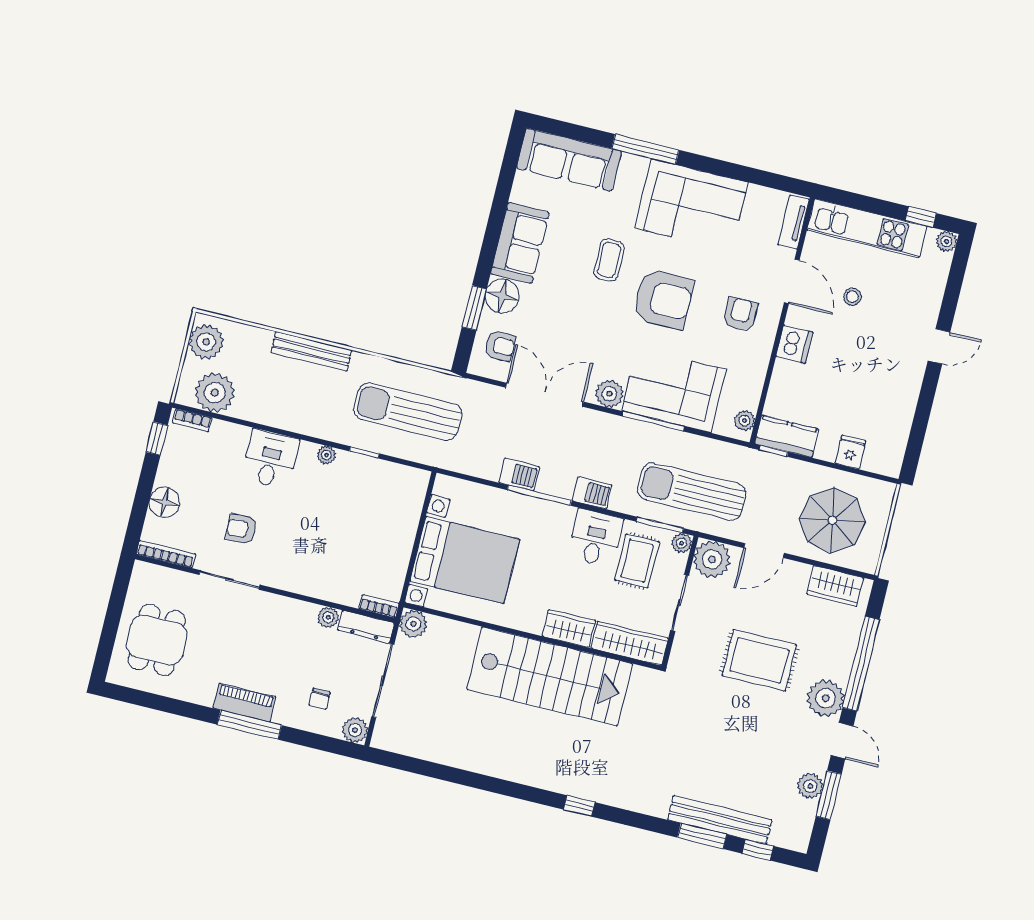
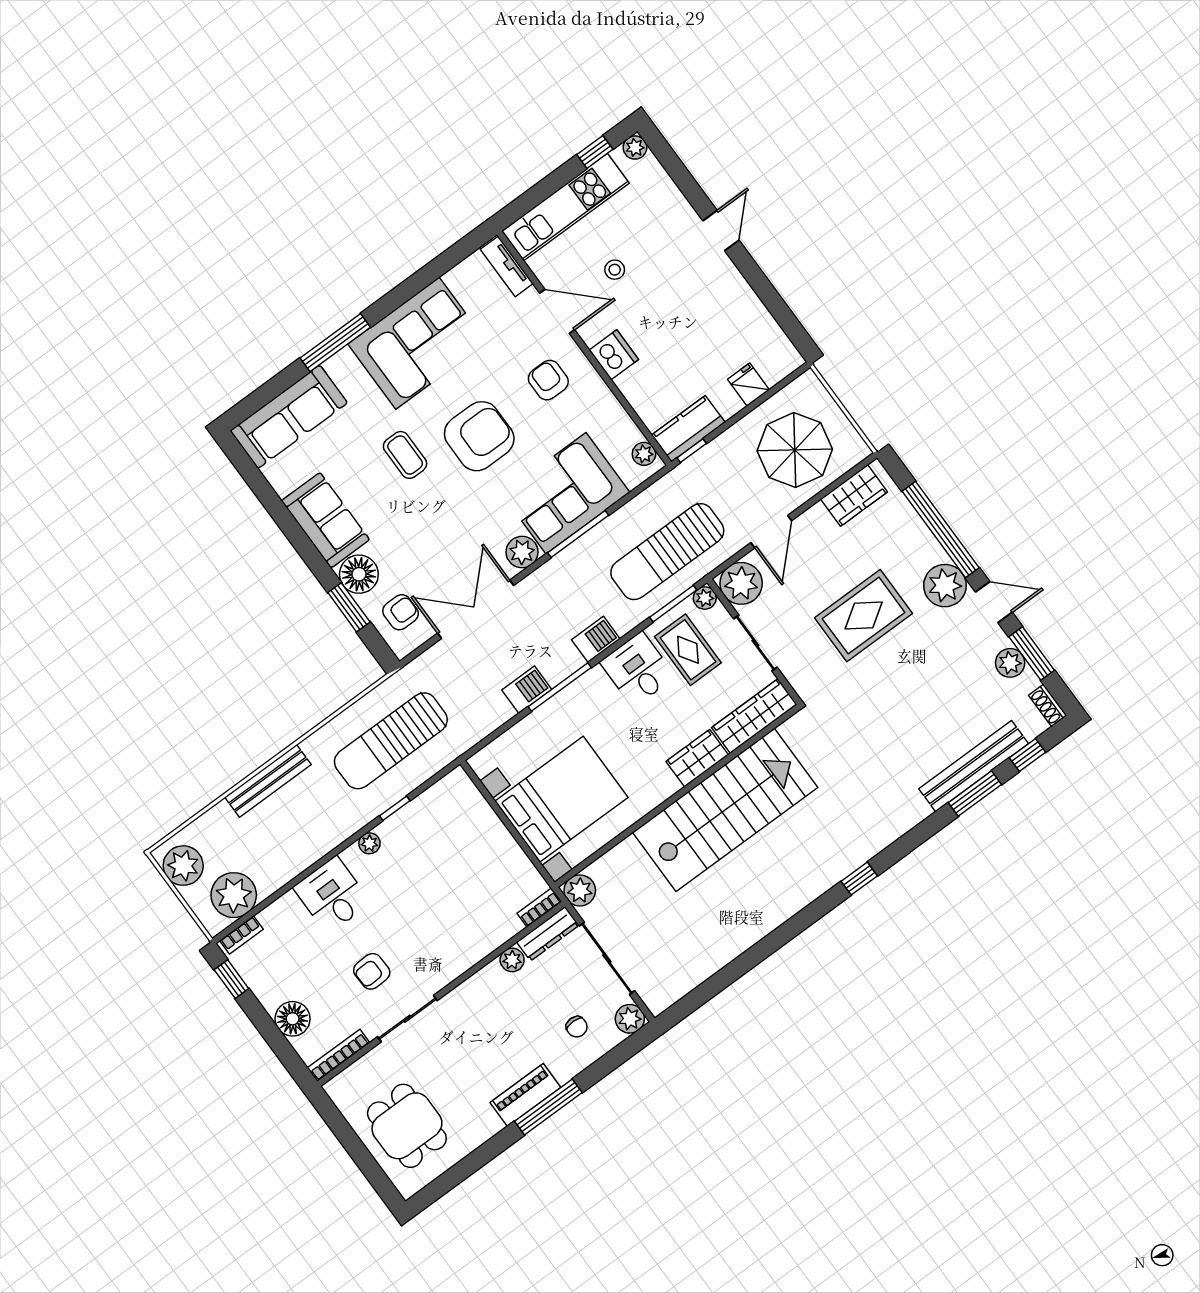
shoe rack: (803, 835) -> (1048, 705), added

